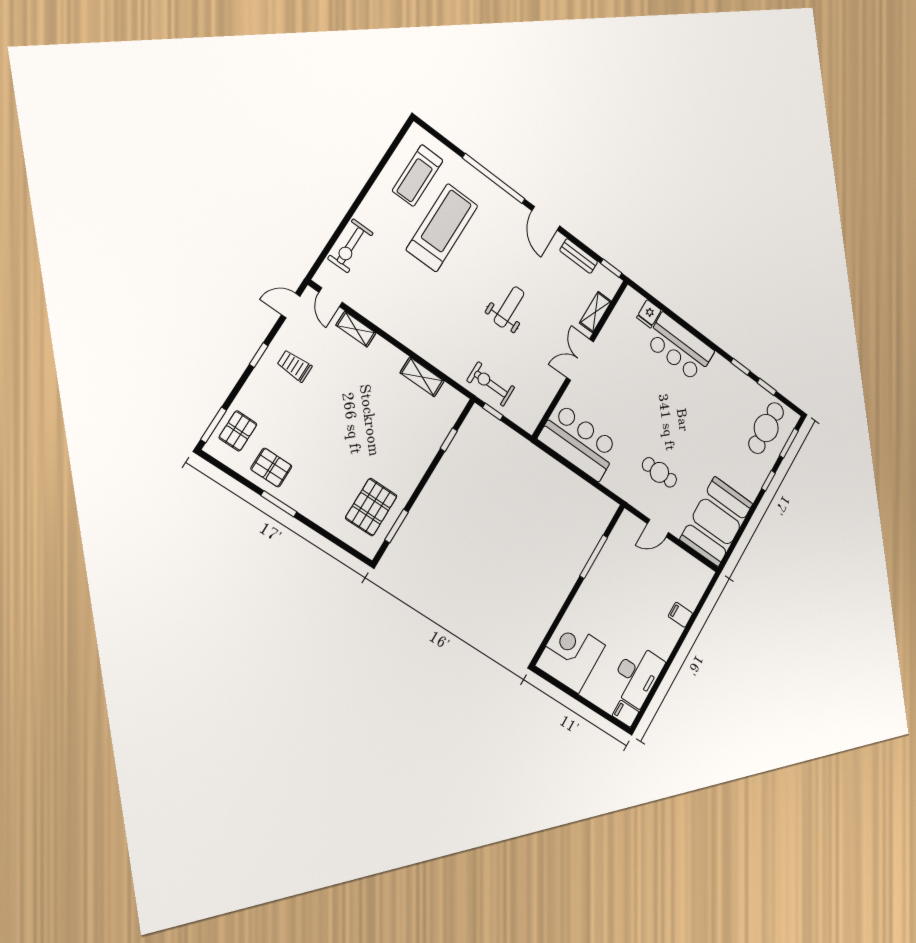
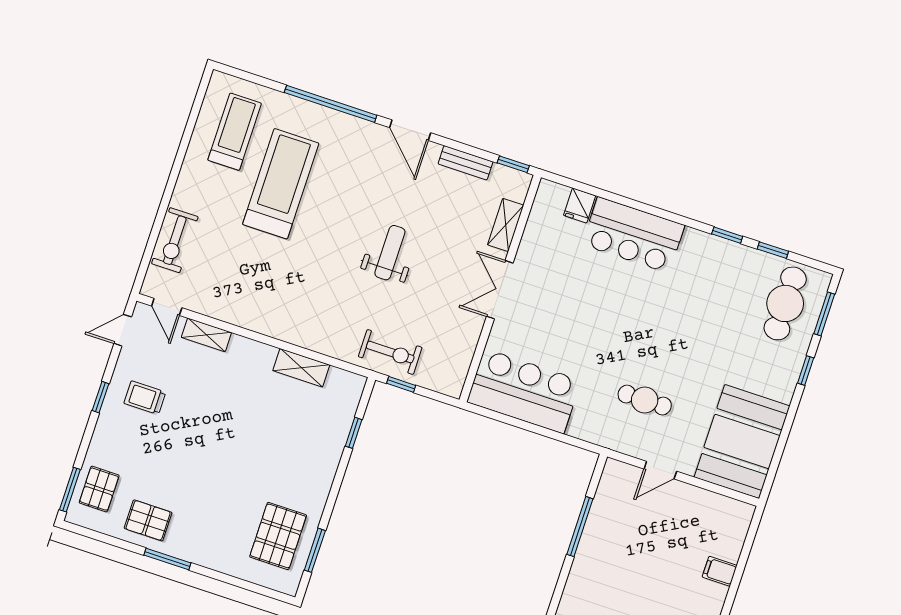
treadmill: (418, 175) -> (235, 132), turned 180
exercise bike: (491, 384) -> (390, 352), turned 180

